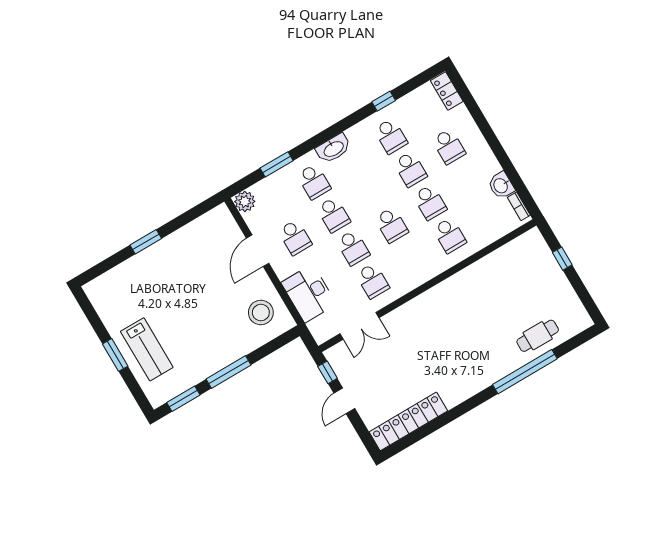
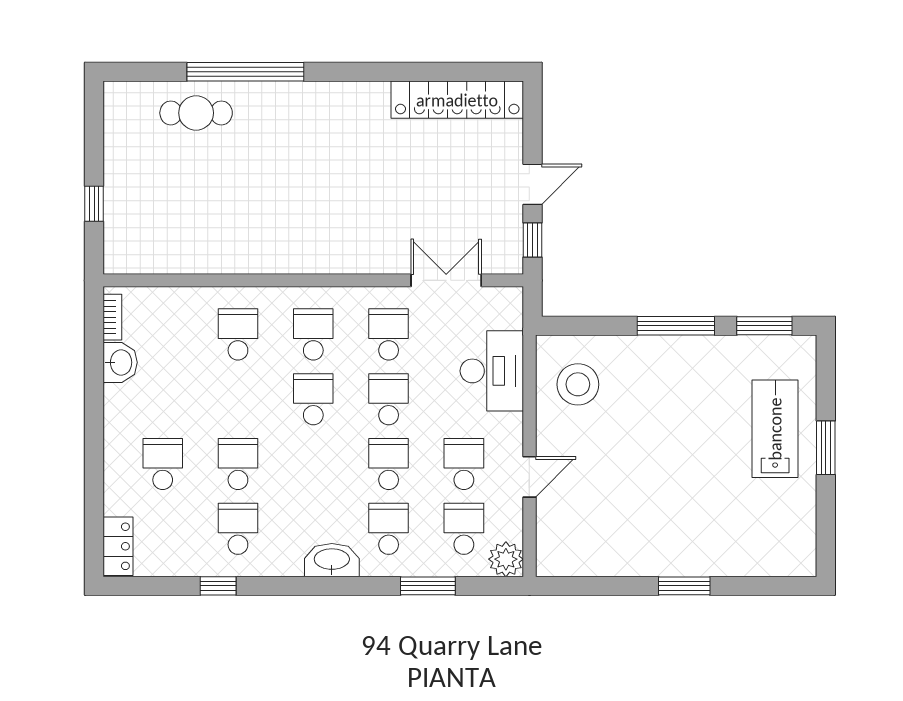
school desk: (430, 202) -> (313, 334), moved
school desk: (275, 204) -> (464, 529), added
door: (258, 251) -> (529, 477), width x0.73

